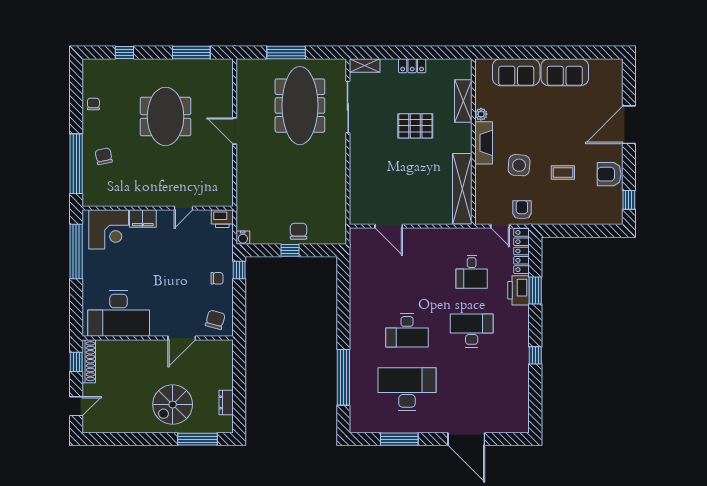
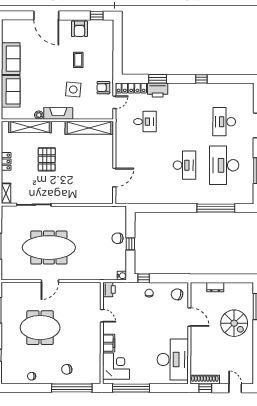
shelving: (463, 101) -> (30, 127), width x1.47
meeting table: (300, 106) -> (49, 248), moved
desk: (472, 330) -> (224, 122), moved
dresser: (226, 402) -> (215, 287), moved

